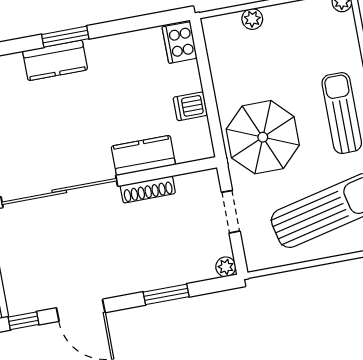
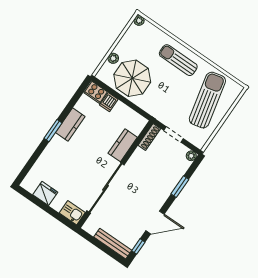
kitchen counter: (55, 60) -> (70, 125), moved
dishwasher: (190, 106) -> (109, 102), moved
parasol: (263, 137) -> (132, 78), moved
shoe rack: (148, 189) -> (149, 137), moved

